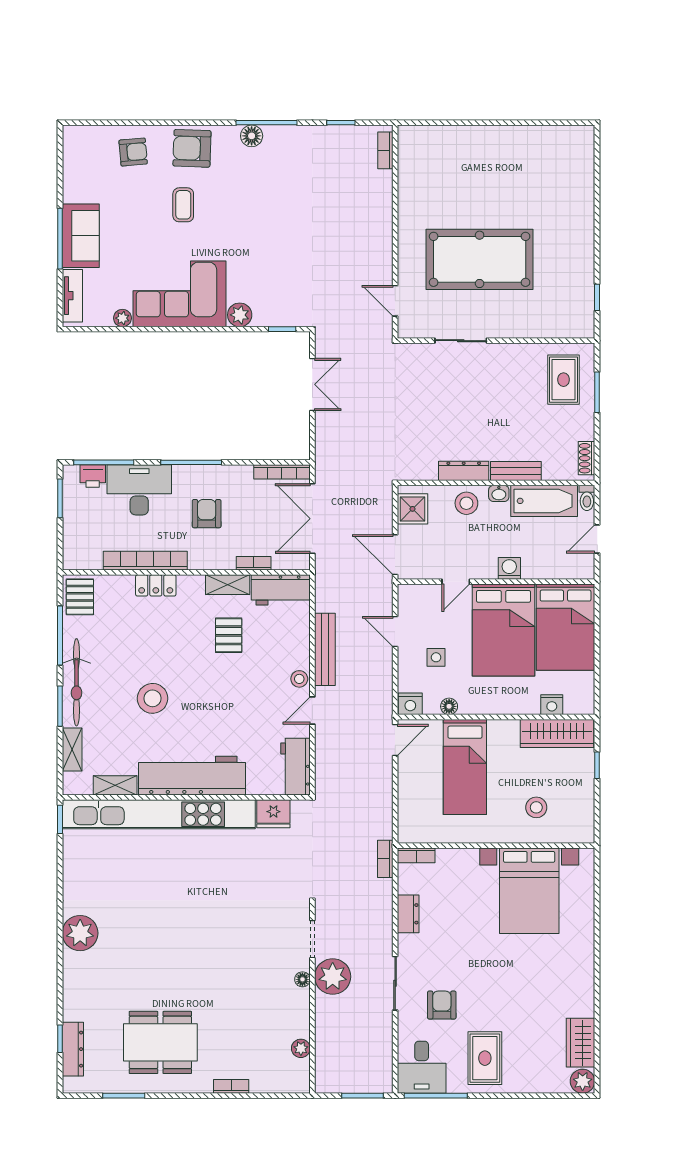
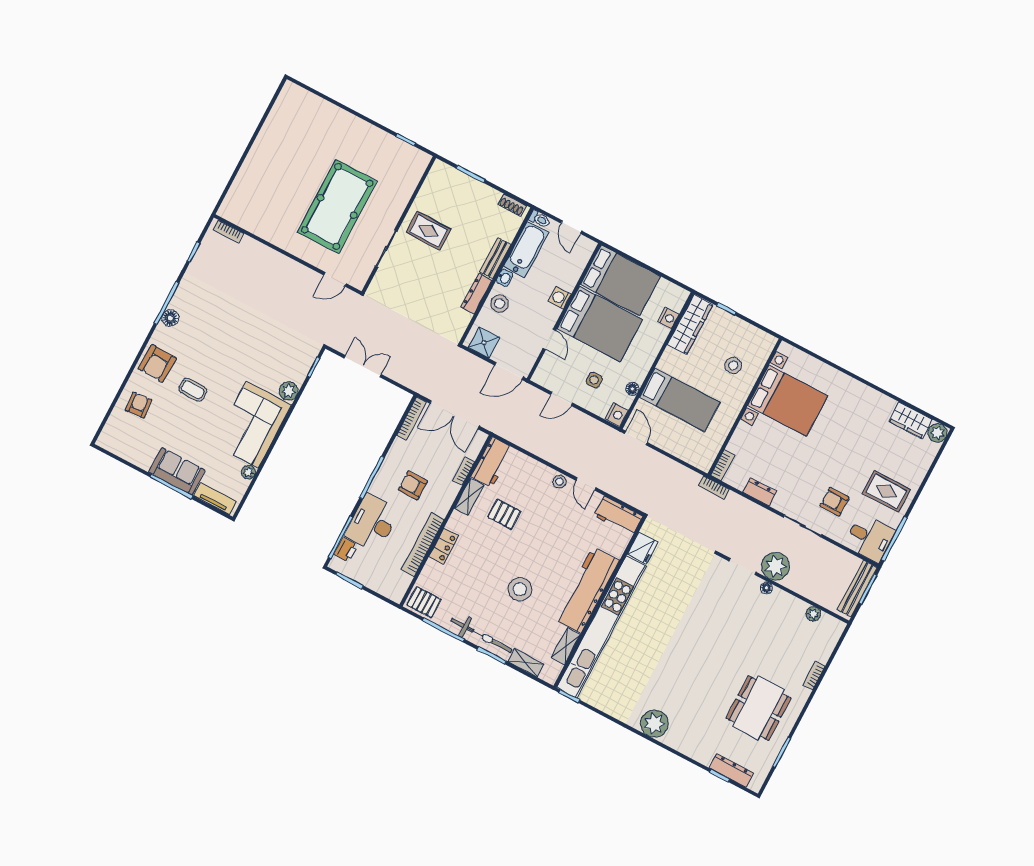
rug: (564, 380) -> (429, 231), moved
bench: (325, 649) -> (857, 588), moved, turned 90

